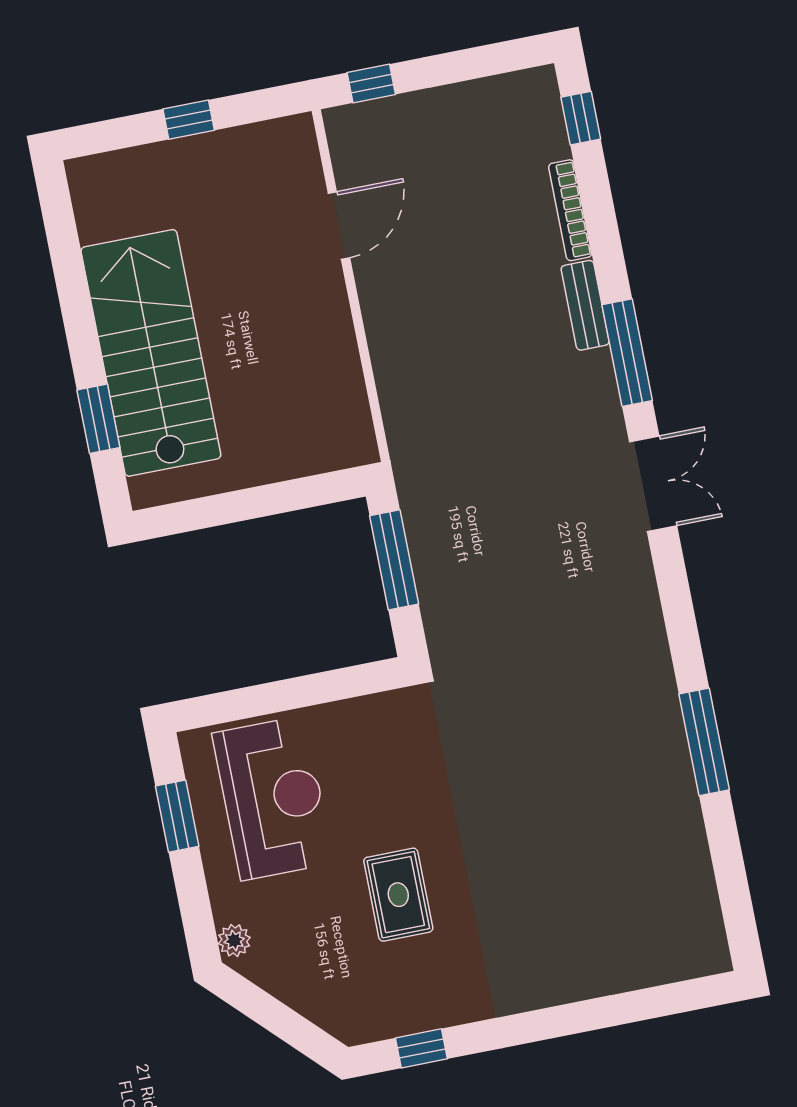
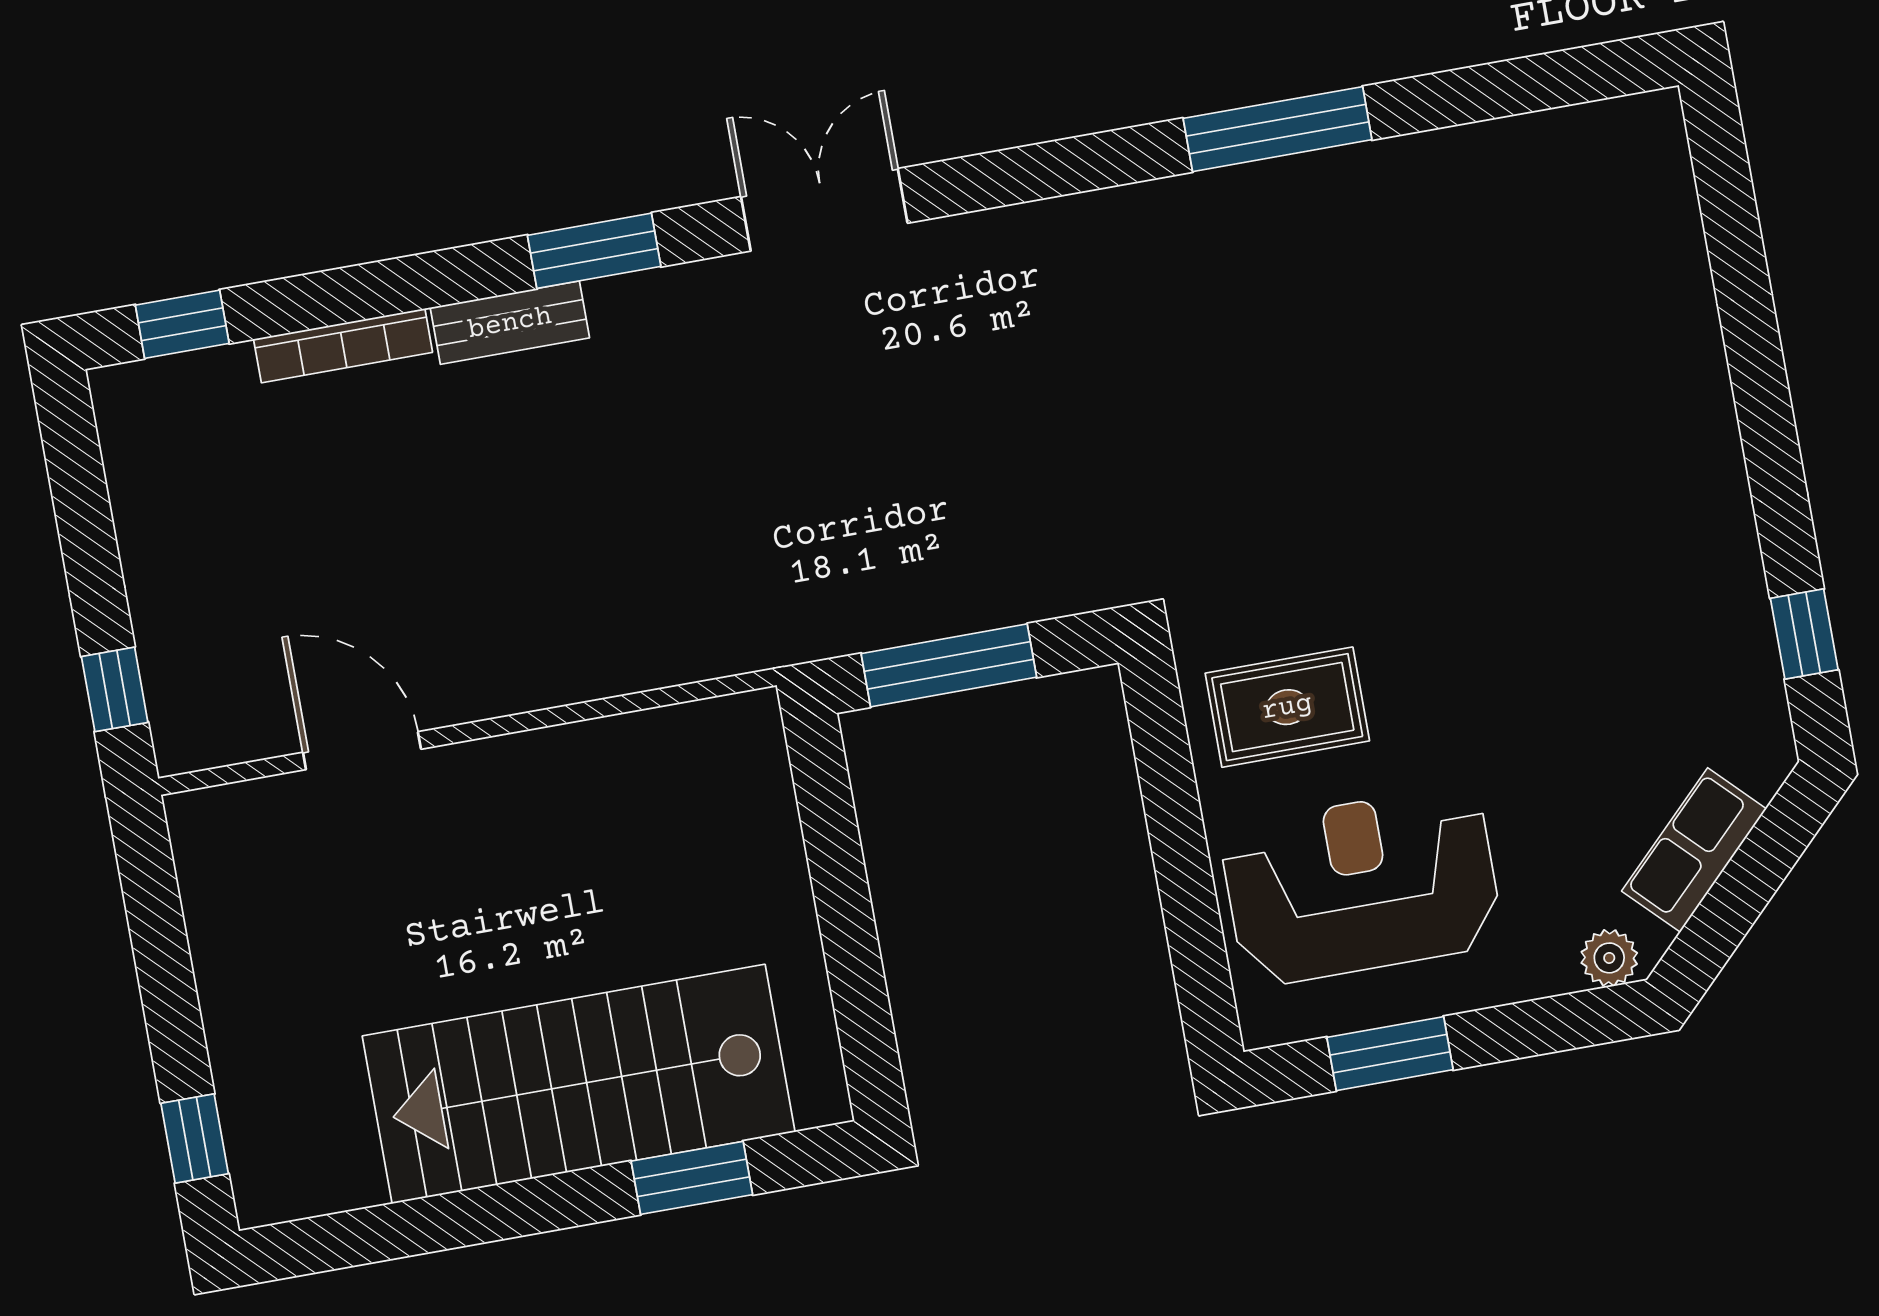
window: (189, 120) -> (195, 1138), moved
window: (627, 353) -> (594, 251), width x0.69
rug: (398, 895) -> (1287, 707), moved
row of seats: (297, 988) -> (1694, 850), added

